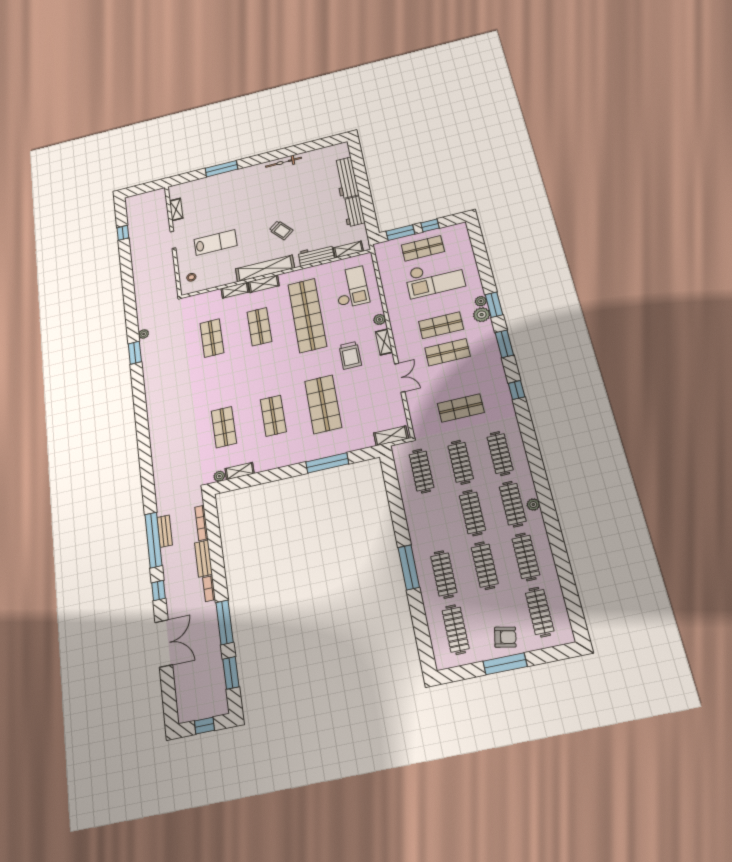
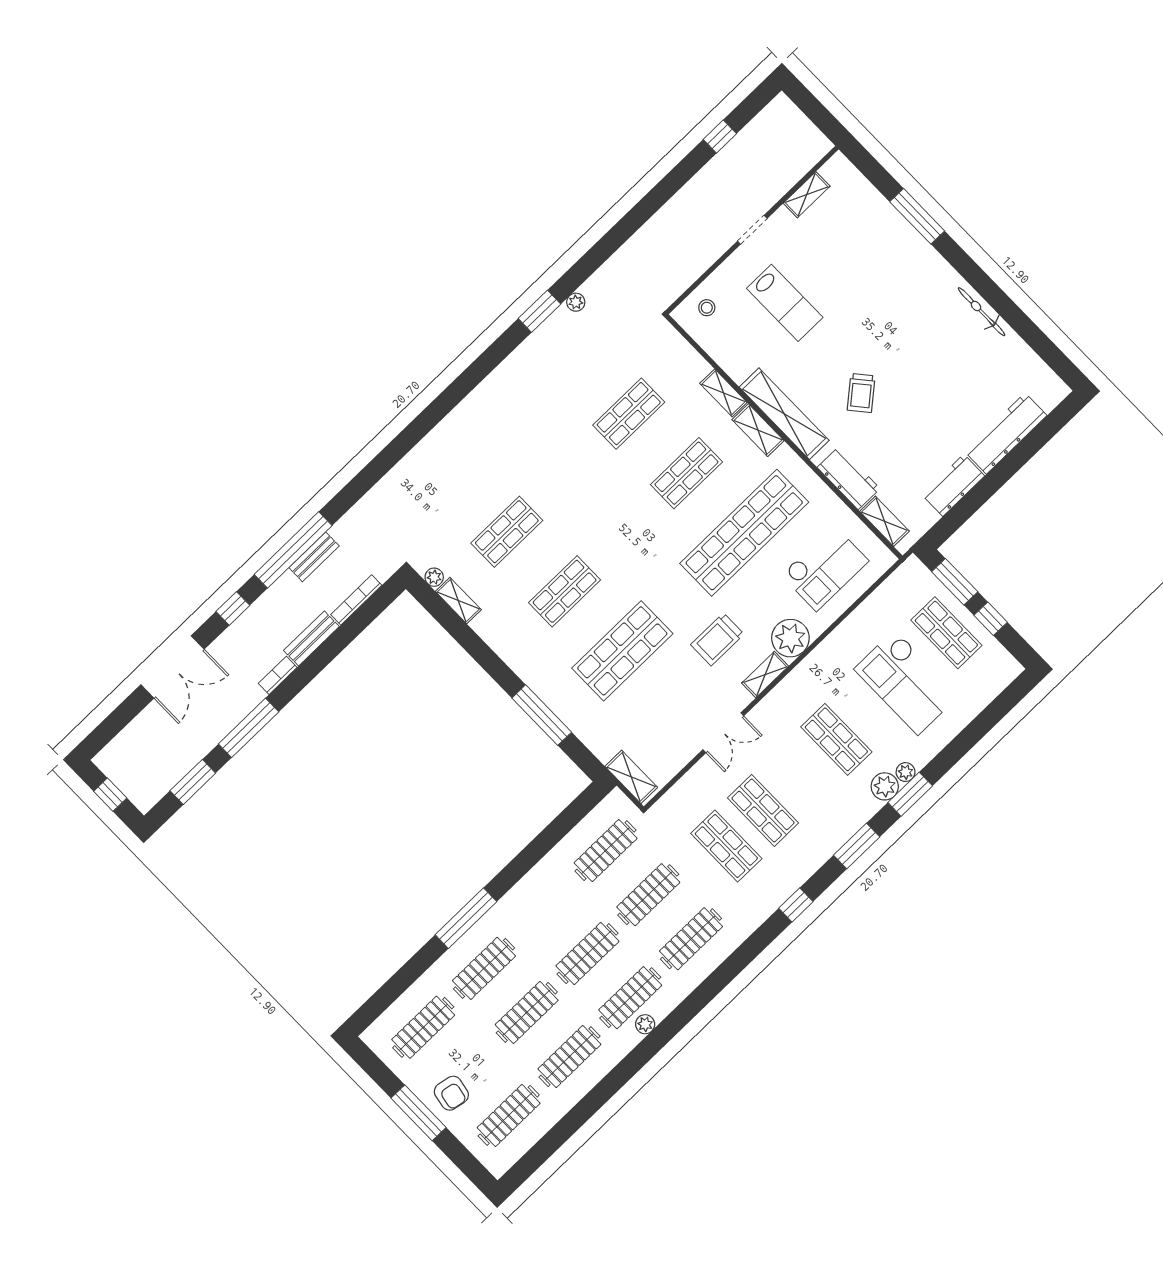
plant: (379, 319) -> (790, 638), width x1.88, depth x1.88
shop shelf: (447, 352) -> (763, 810), moved

